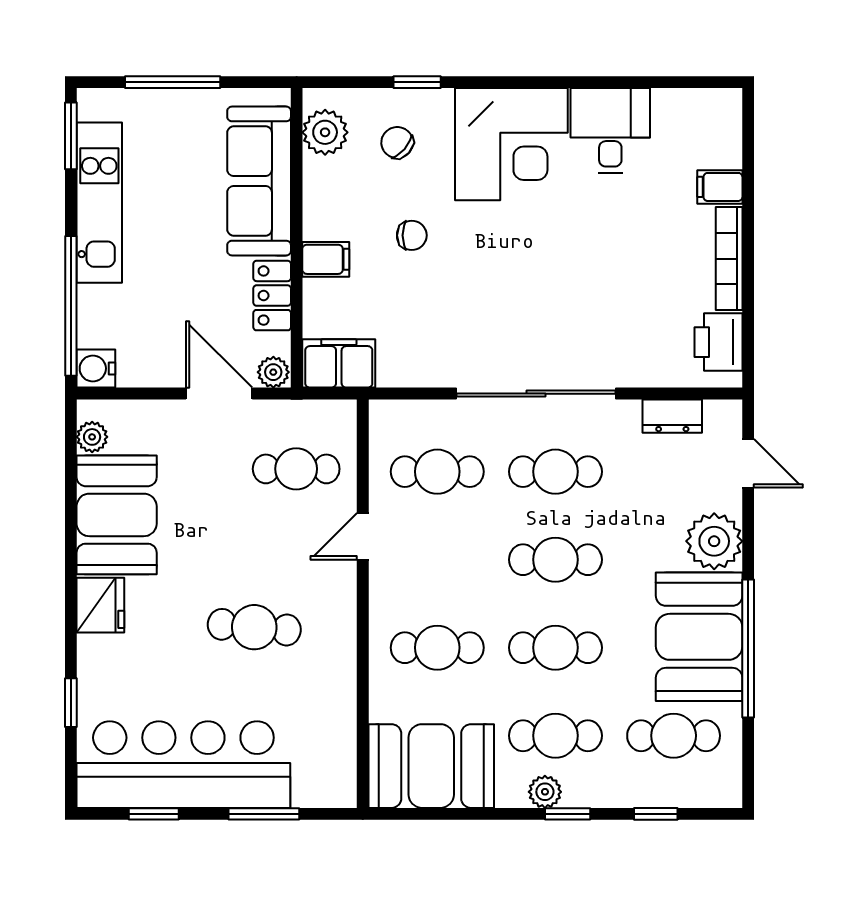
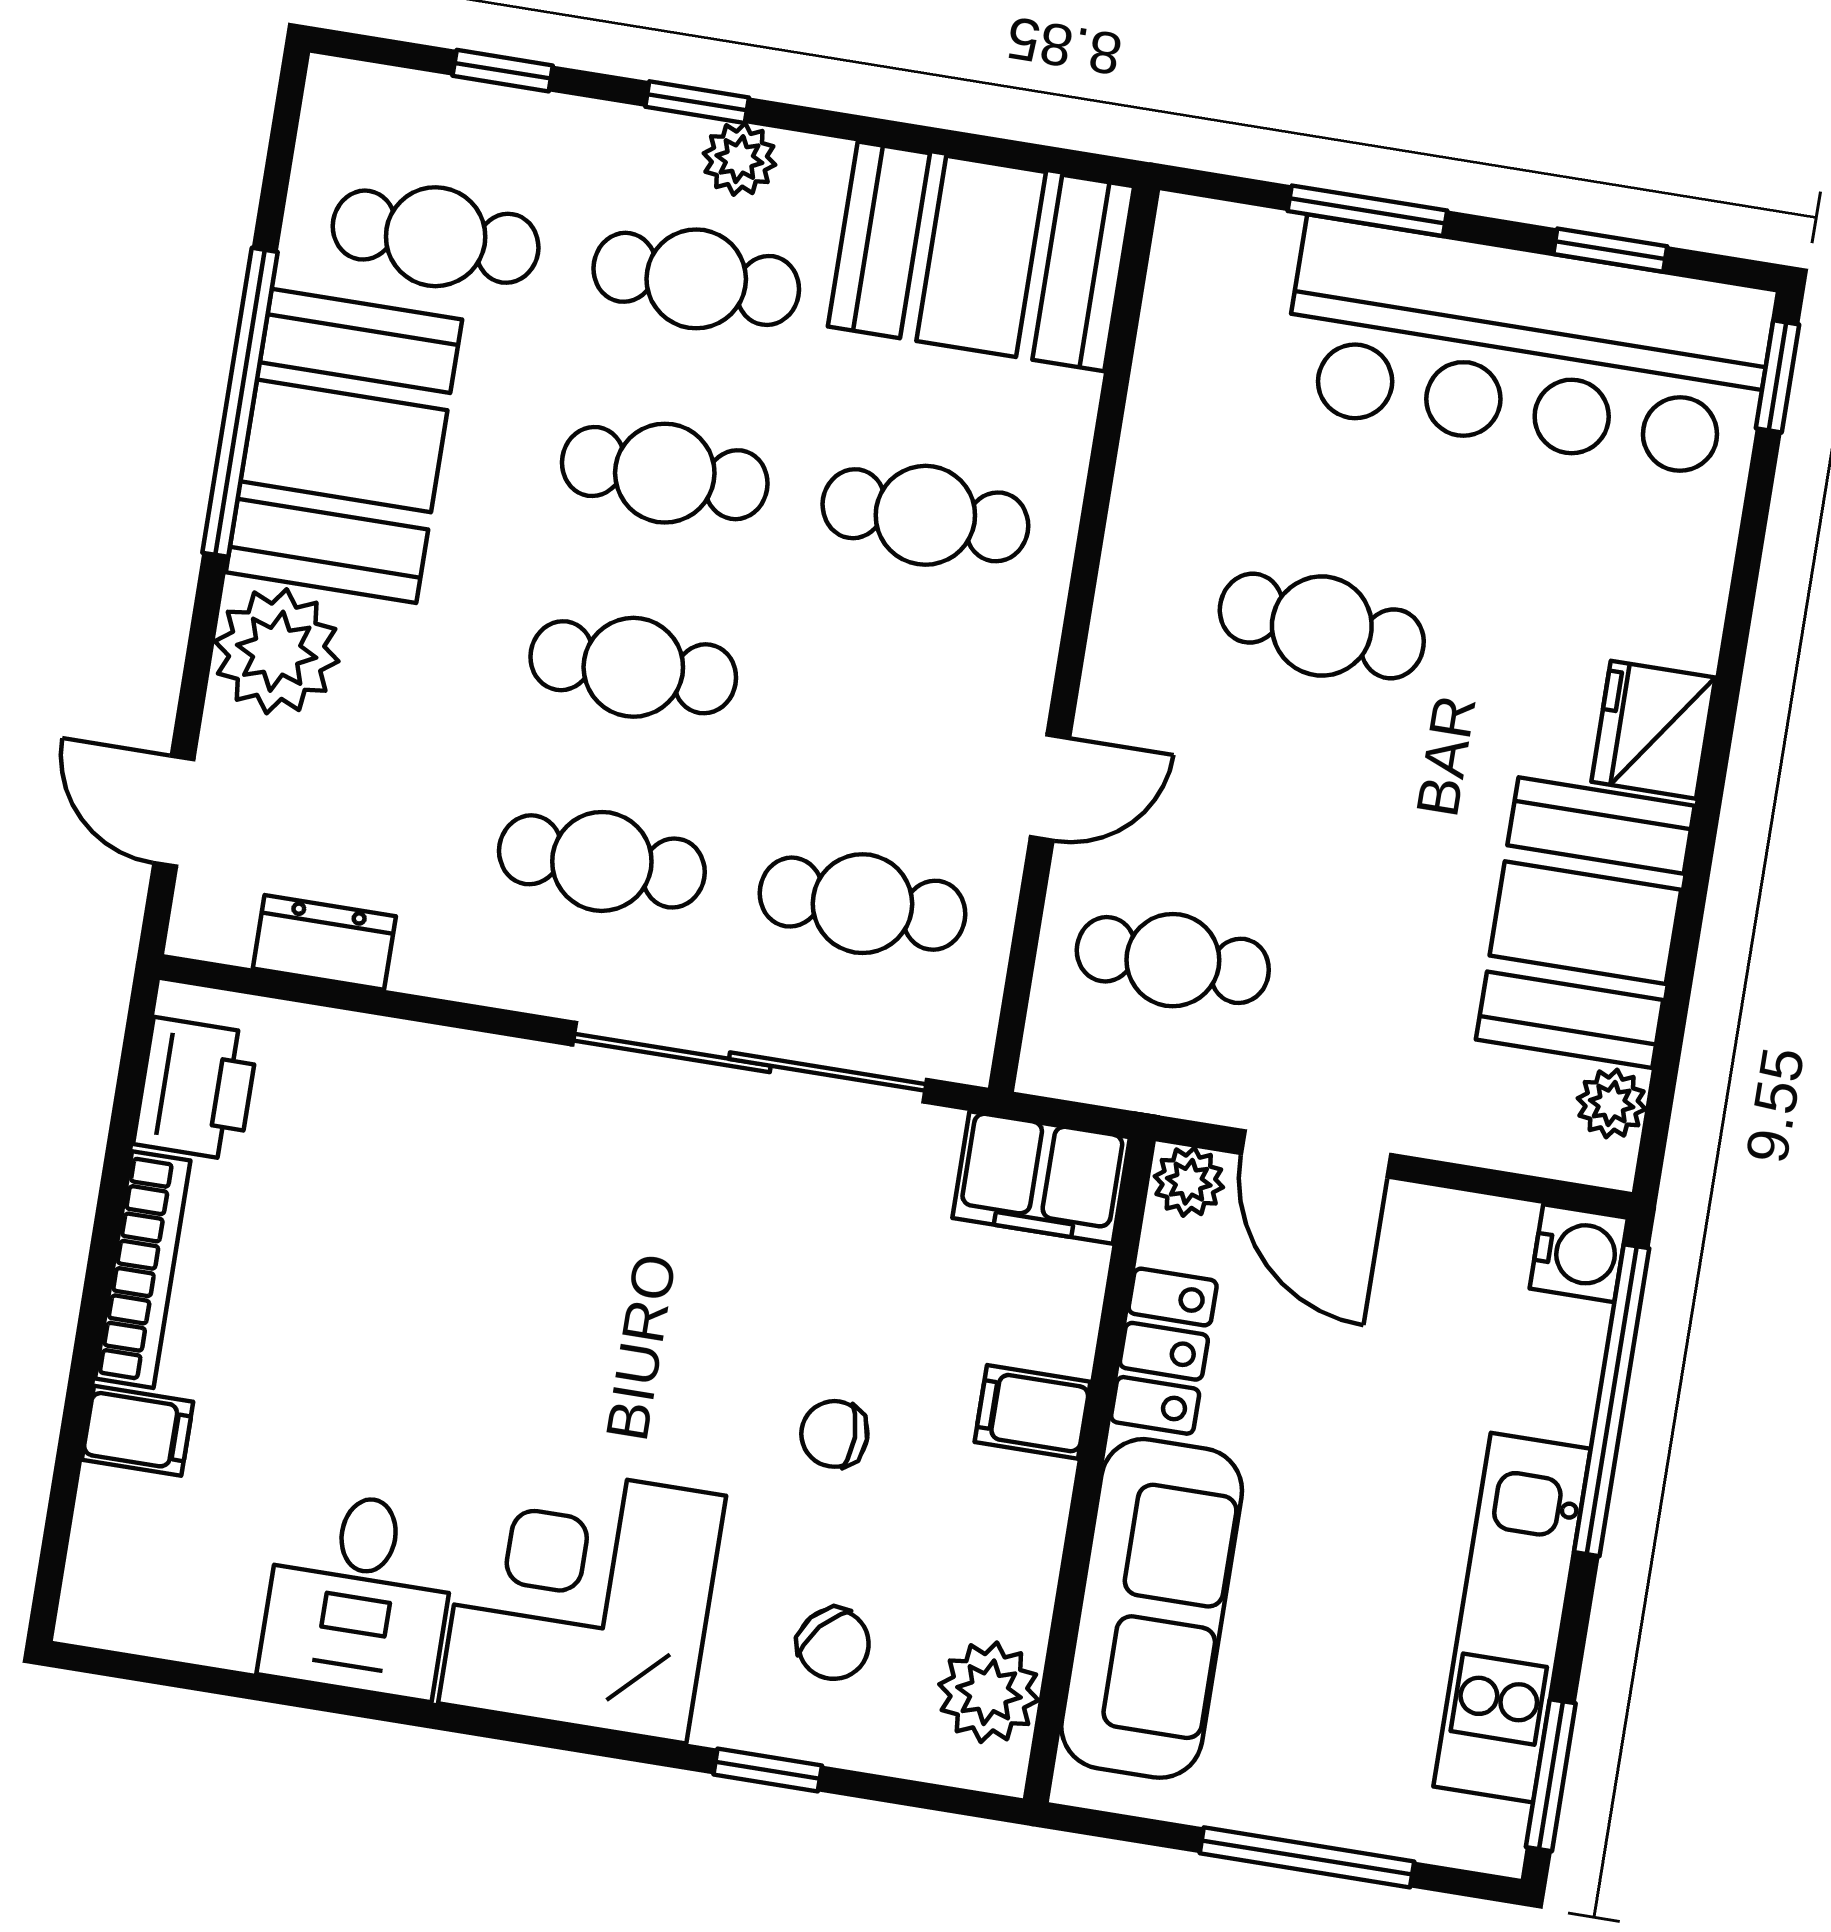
sliding door: (536, 394) -> (750, 1062), moved
window: (71, 703) -> (1777, 376), moved

